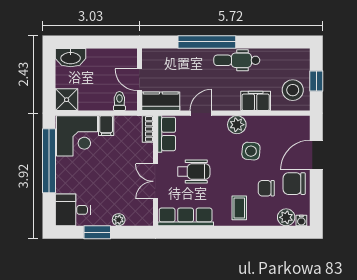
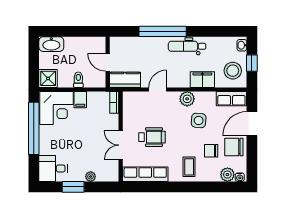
washbasin: (304, 59) -> (242, 45), added
toilet: (119, 101) -> (78, 80), moved
row of seats: (167, 134) -> (231, 99), moved, turned 90

